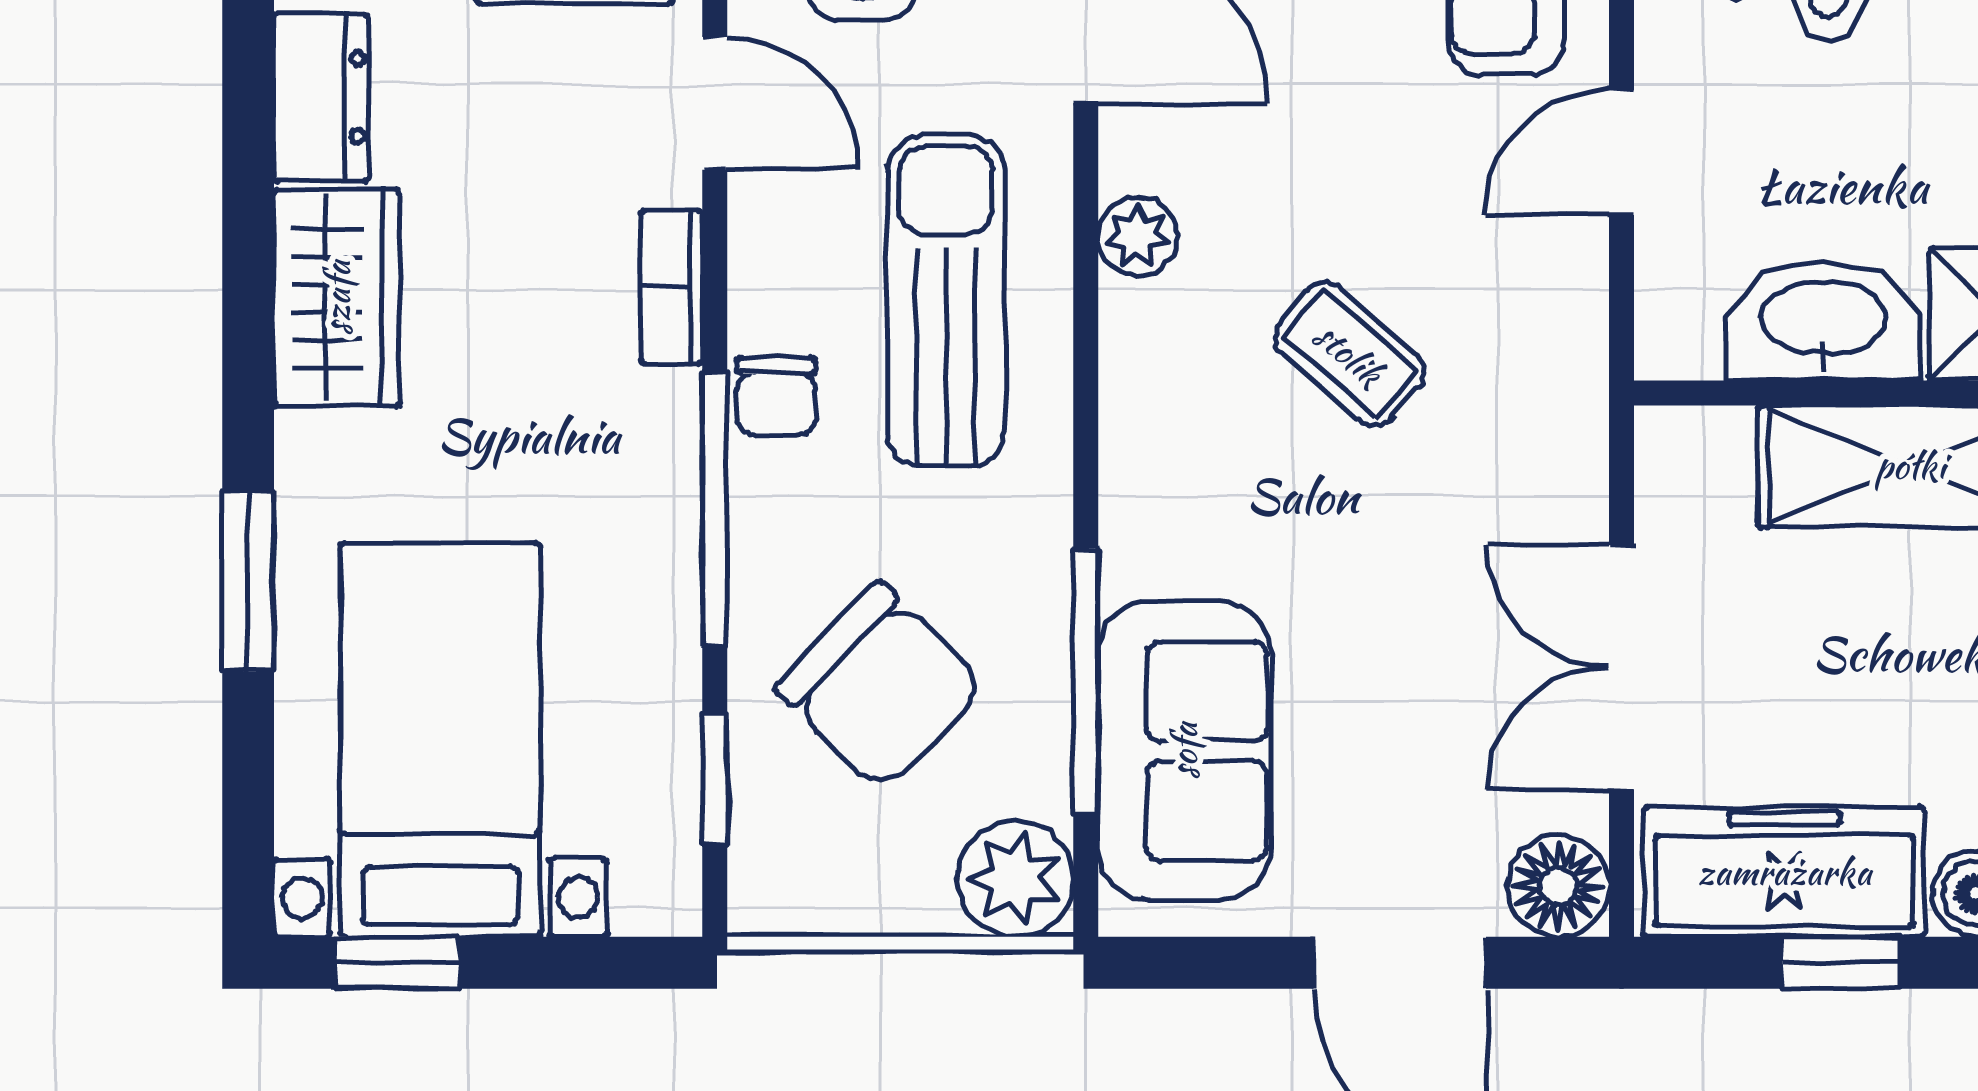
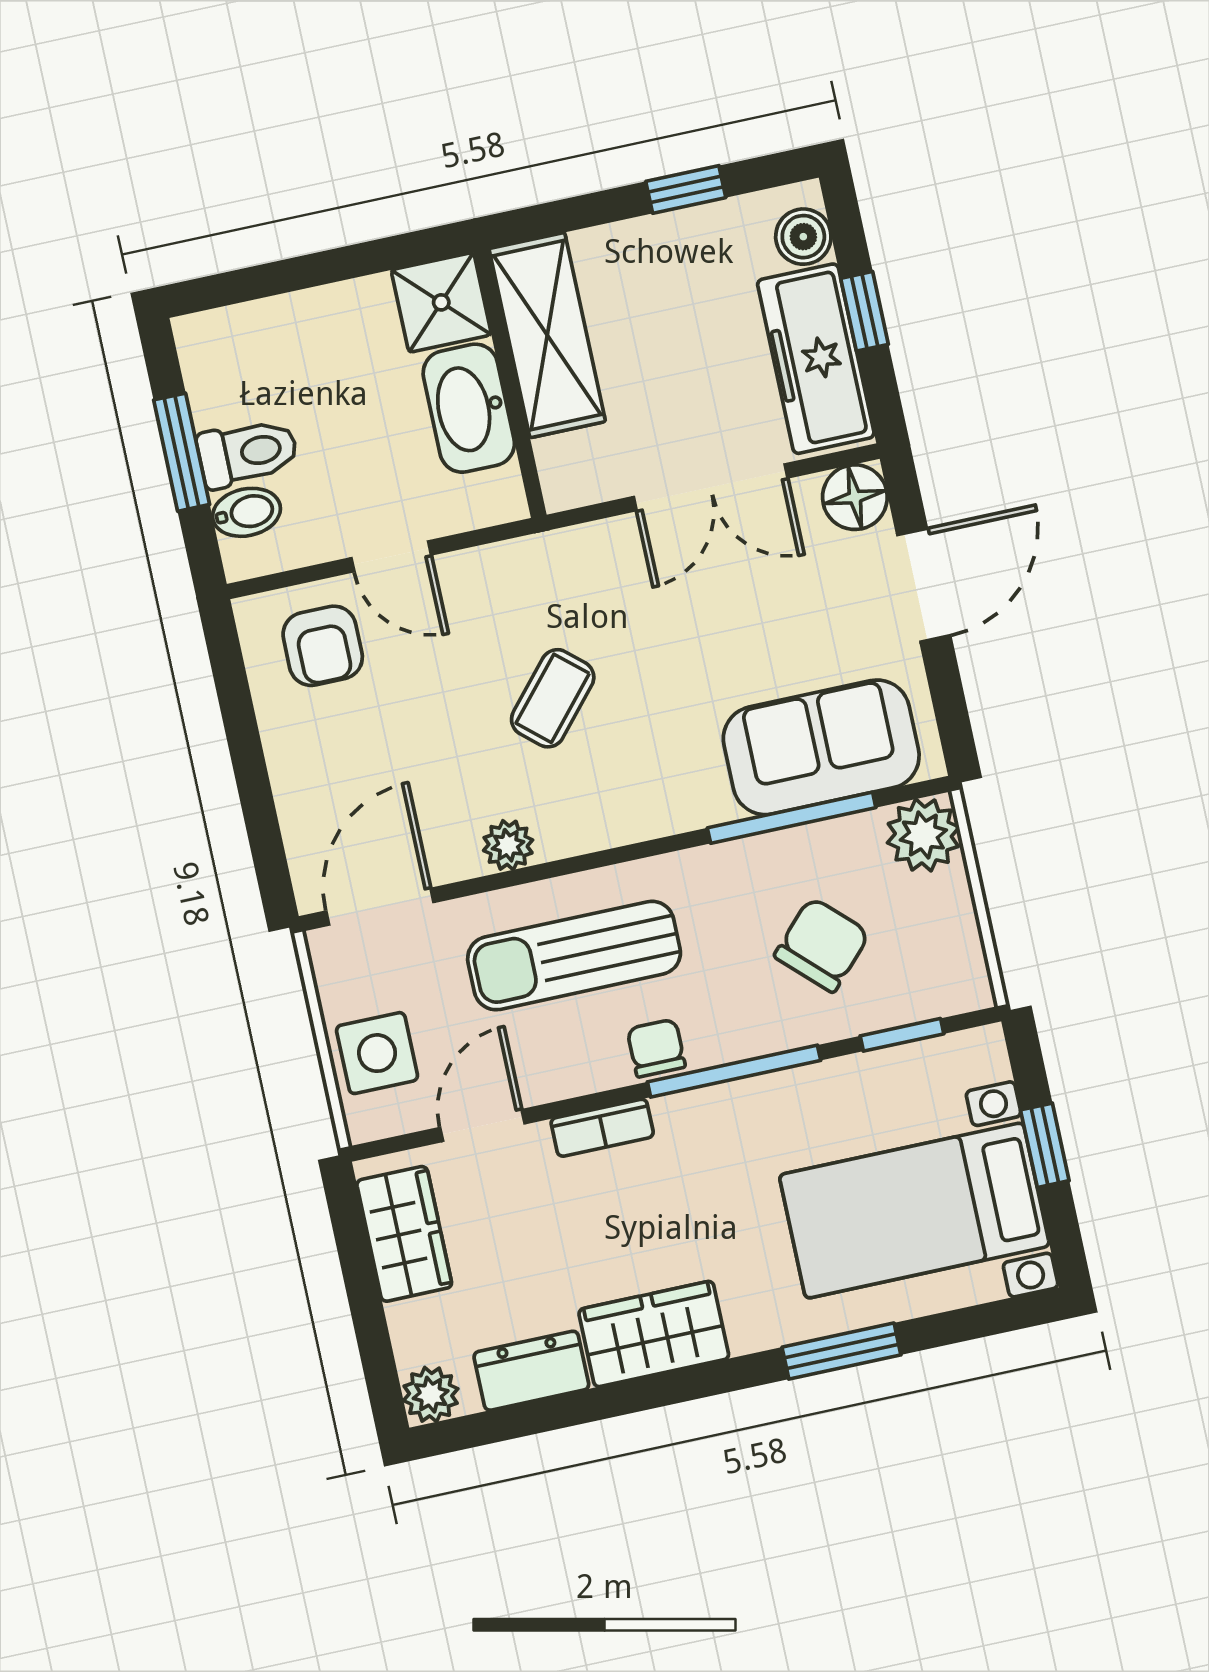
chair: (776, 397) -> (656, 1048), turned -90
chair: (880, 686) -> (822, 945), width x0.73, depth x0.73
window: (397, 963) -> (1045, 1145), moved

